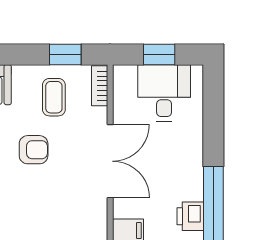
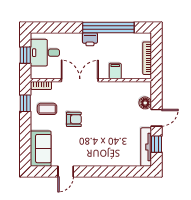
armchair: (34, 150) -> (74, 119), turned 90
printer: (190, 216) -> (90, 39), moved

